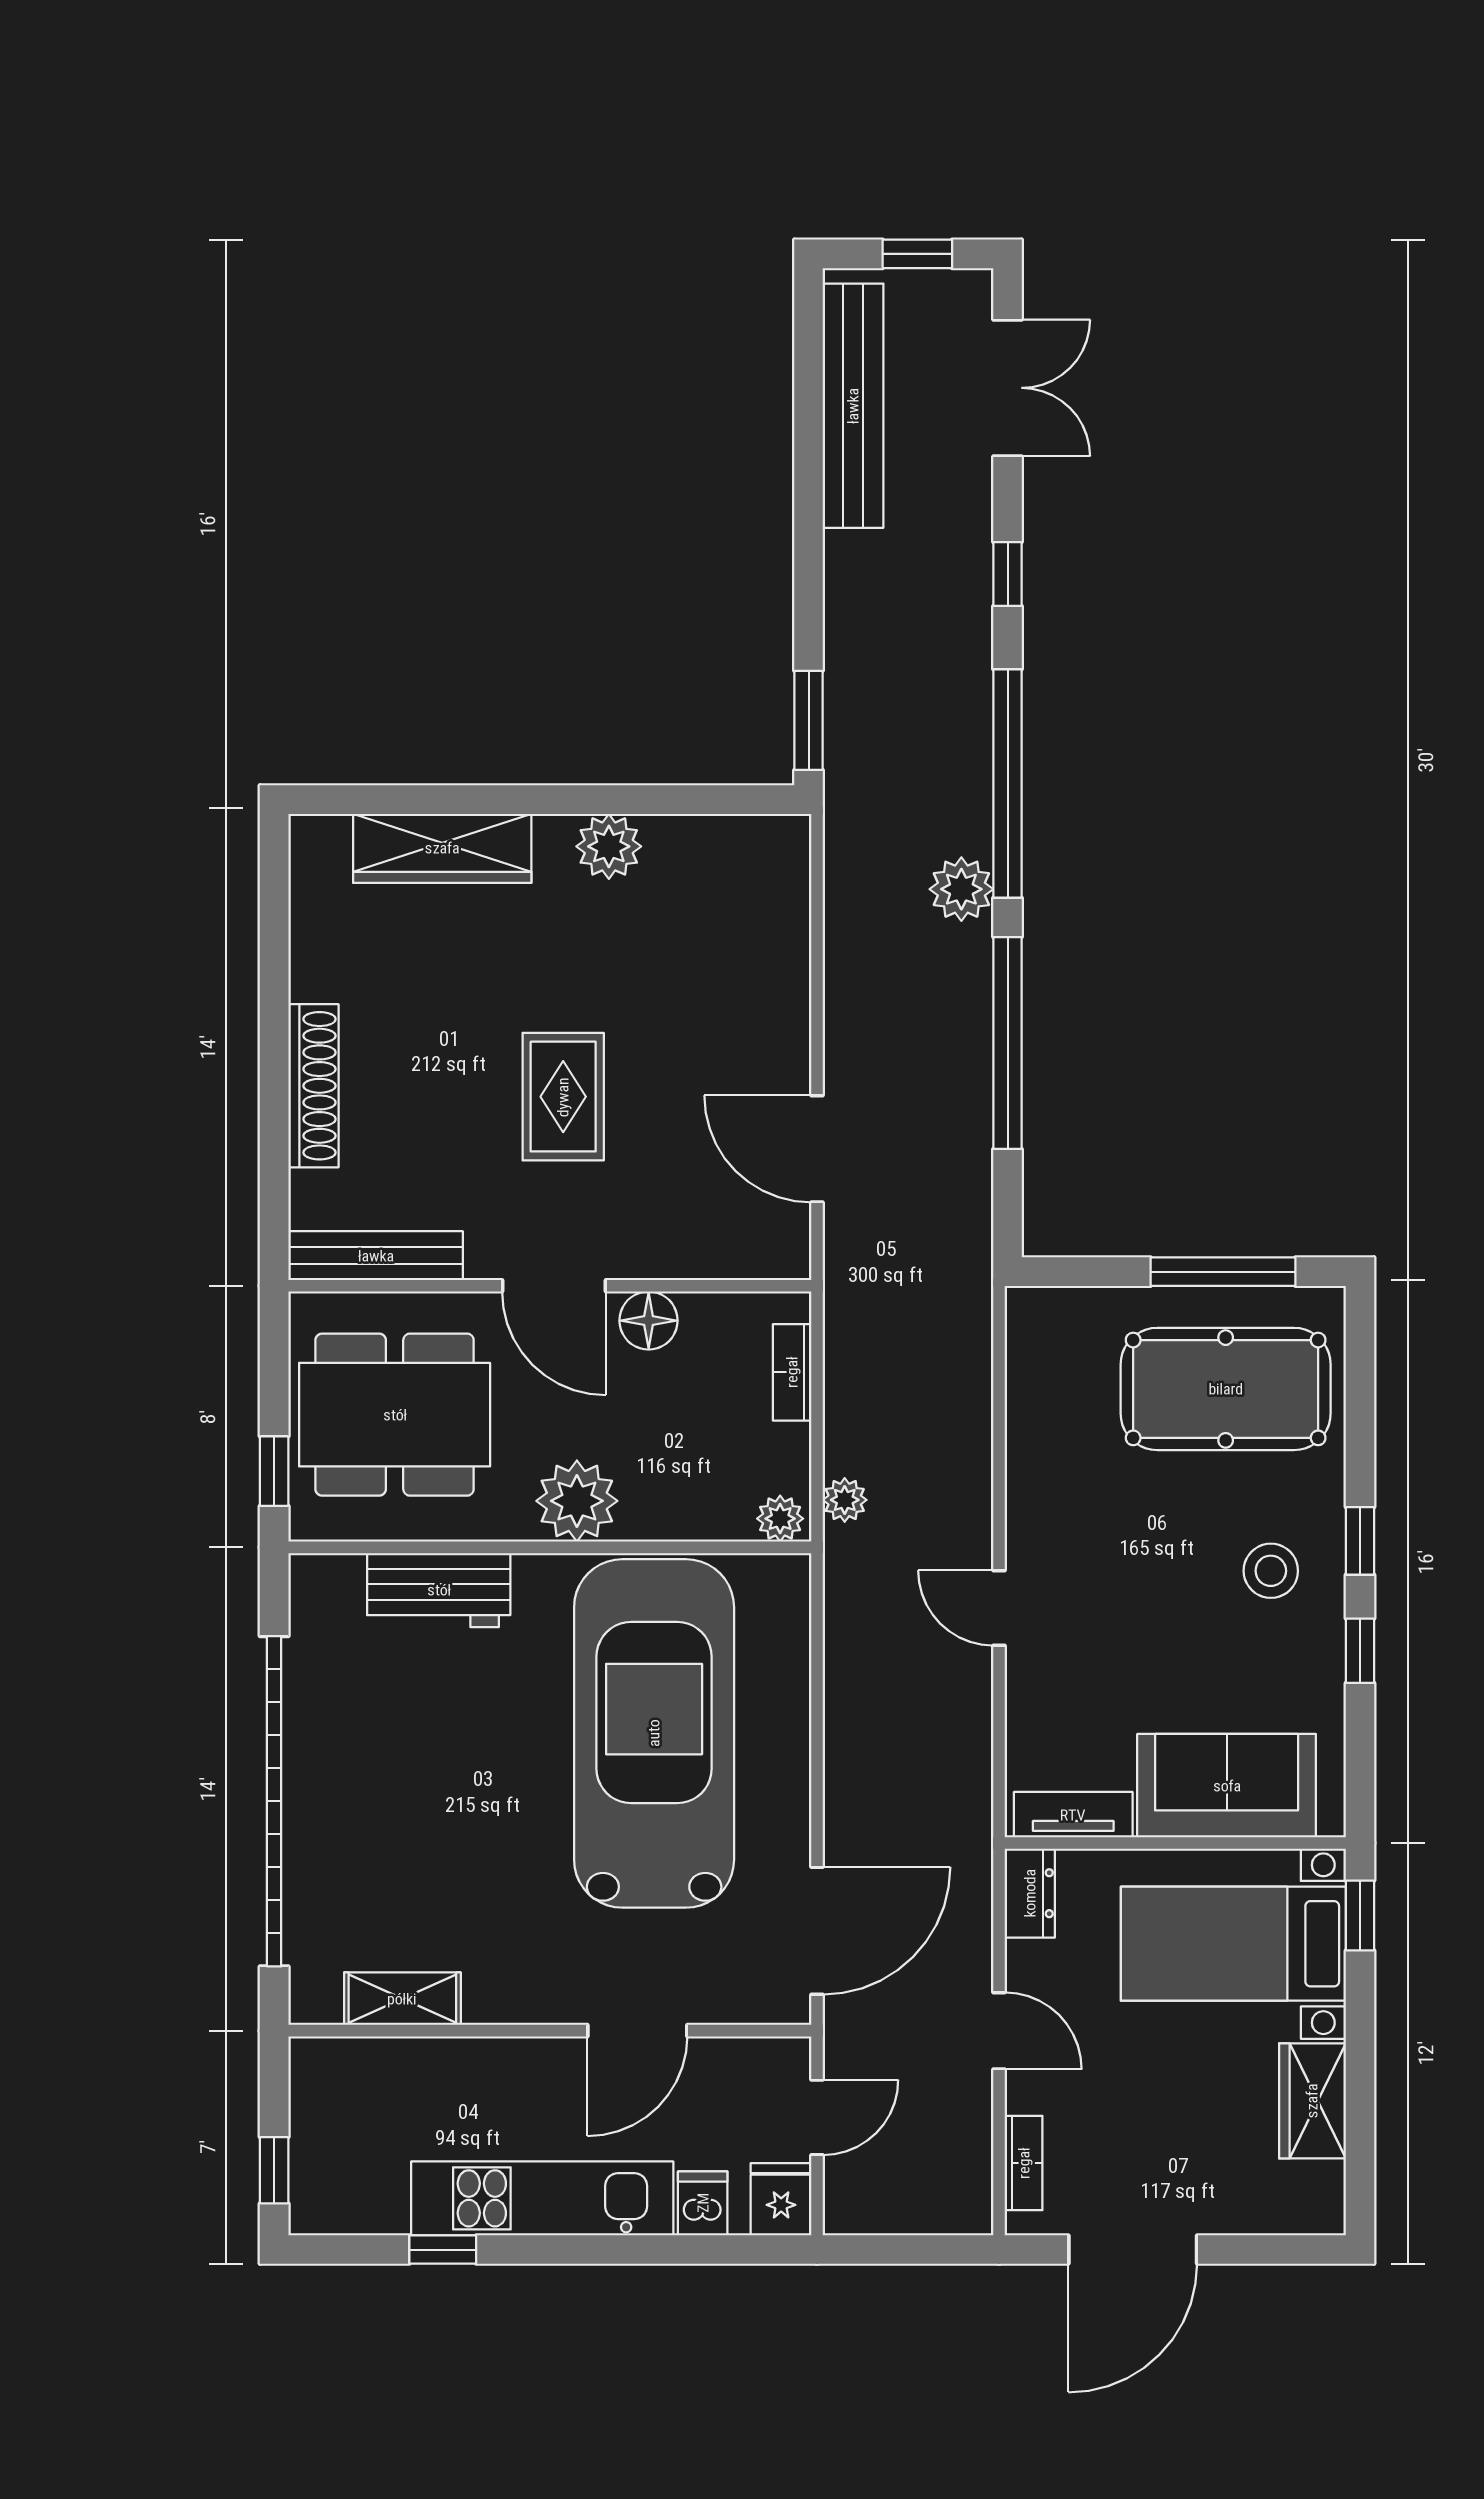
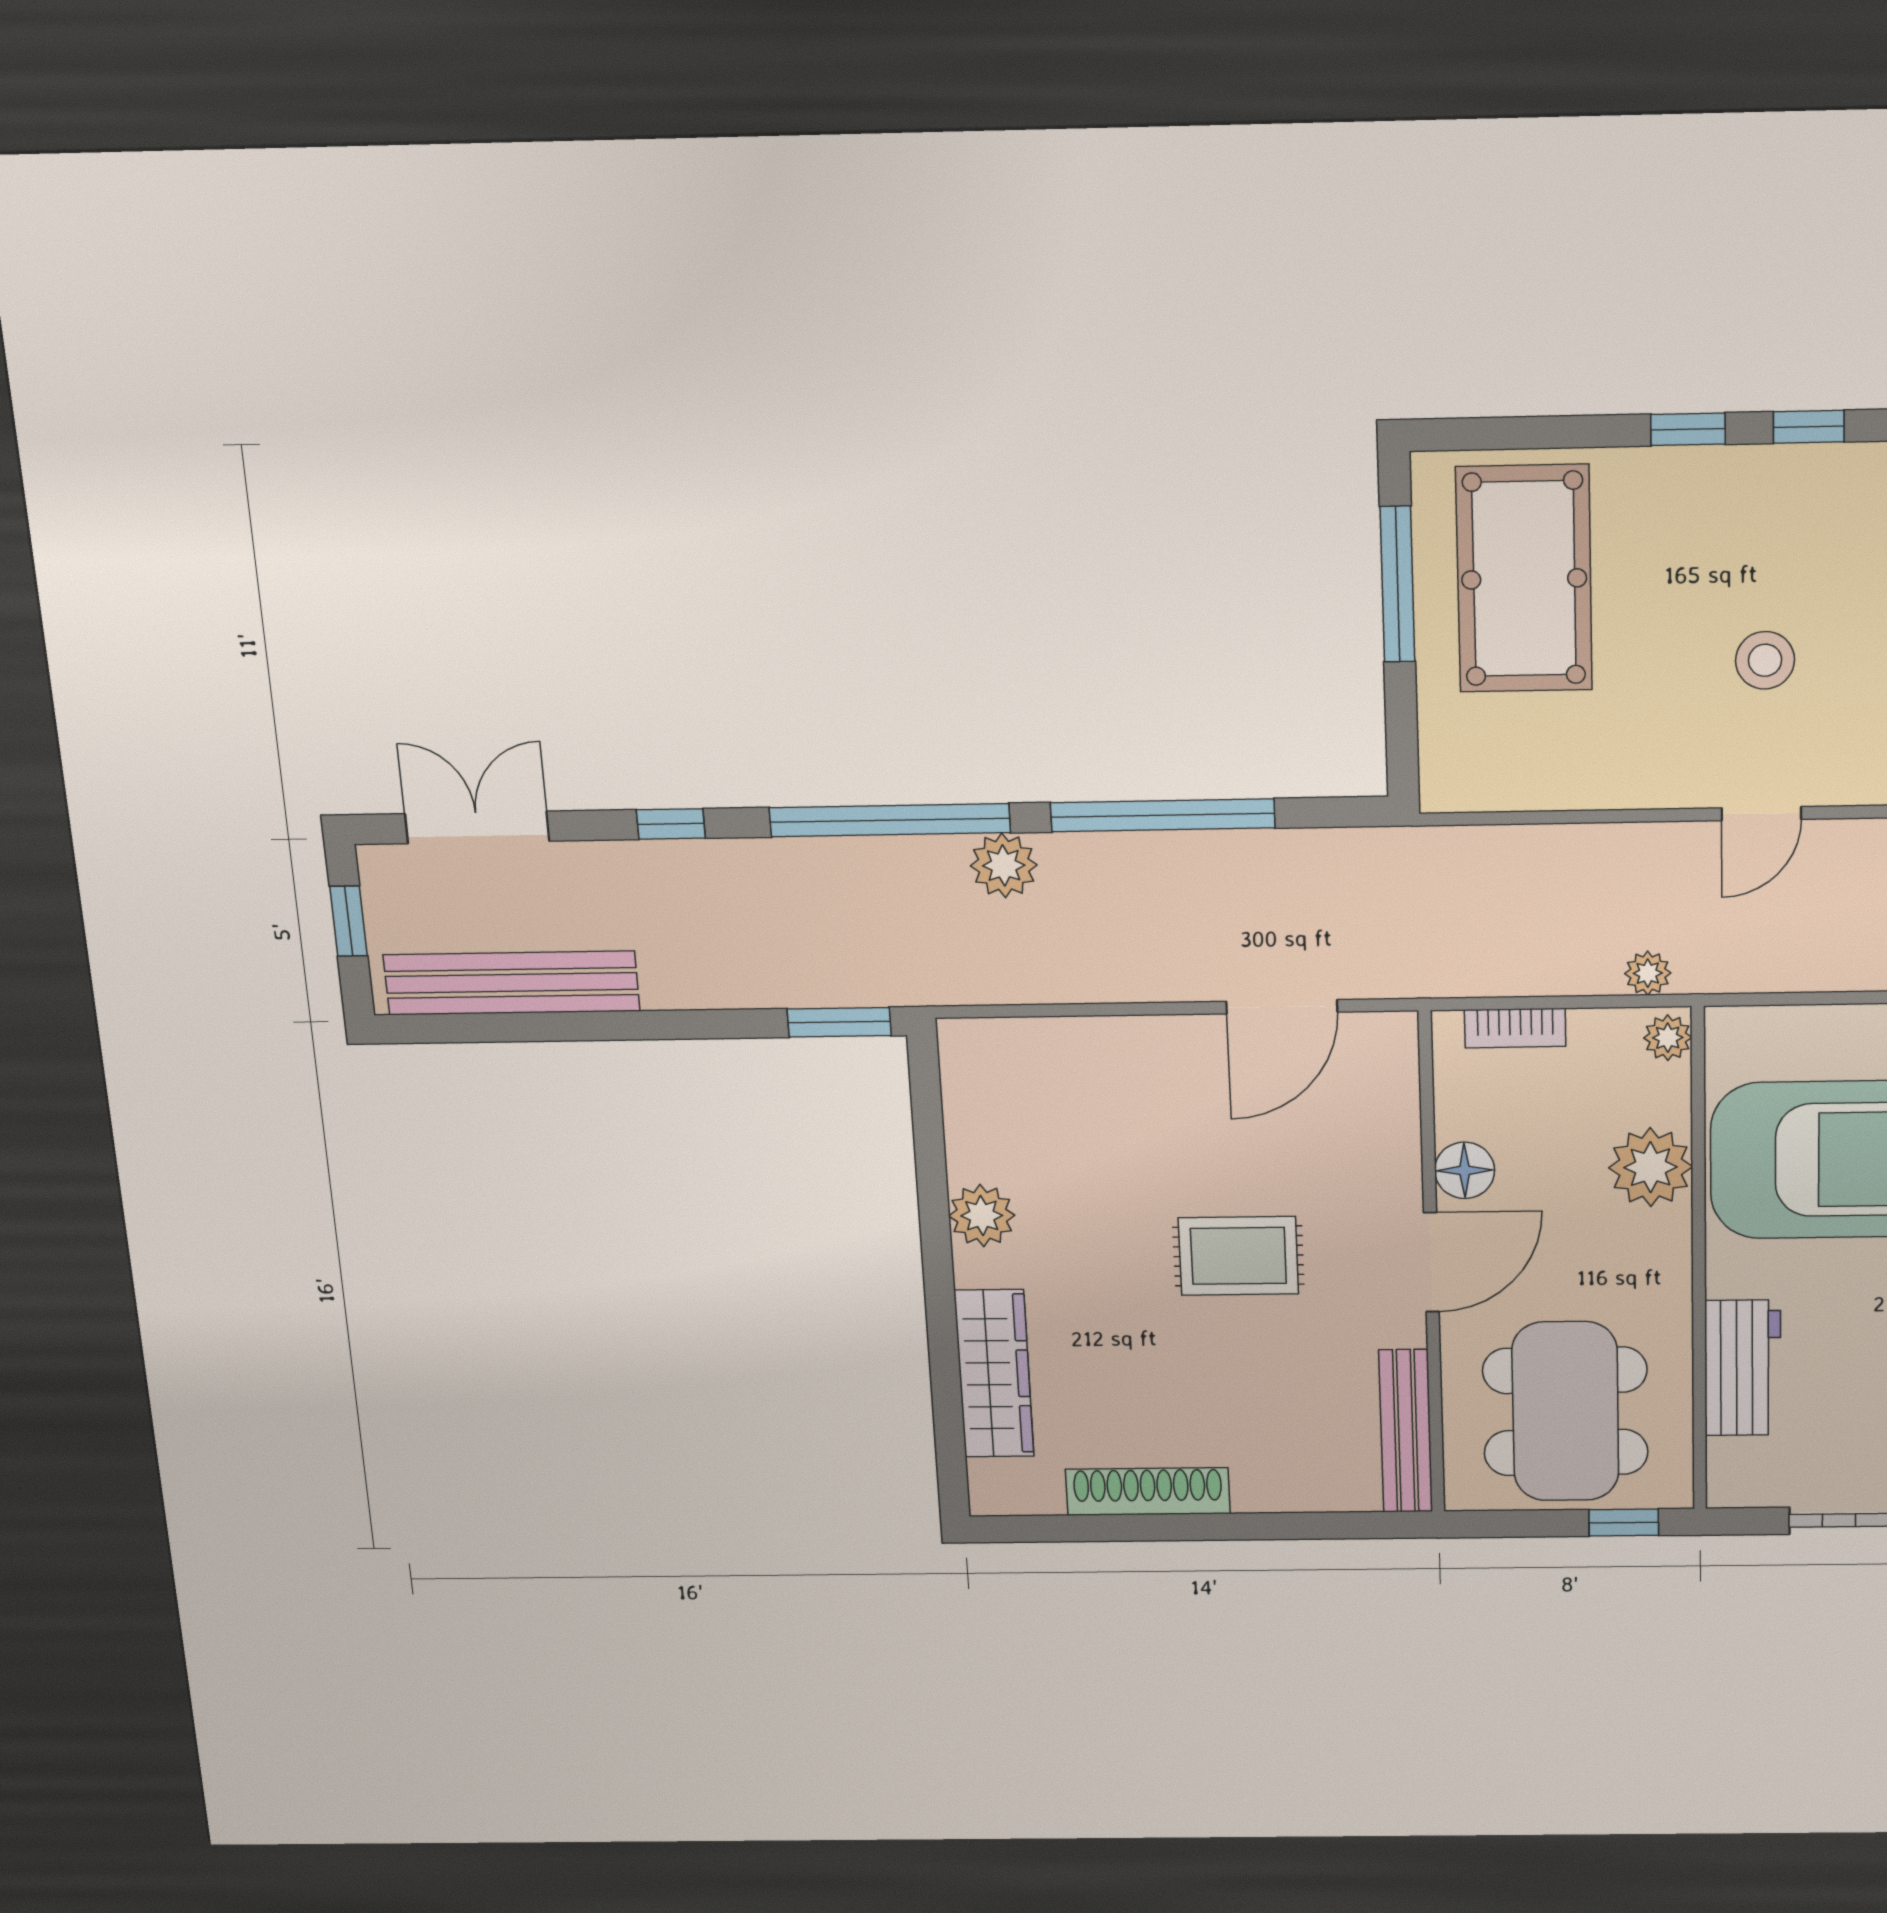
shoe rack: (313, 1086) -> (1148, 1491), moved
plant: (577, 1501) -> (1651, 1167), moved
stool: (1271, 1571) -> (1765, 660), moved

